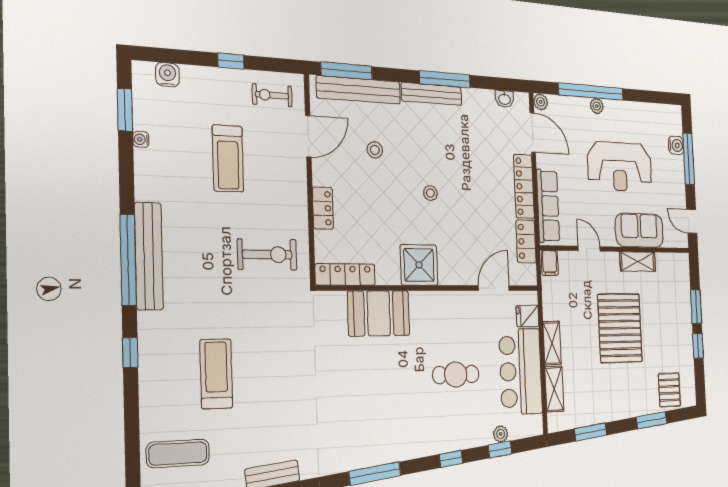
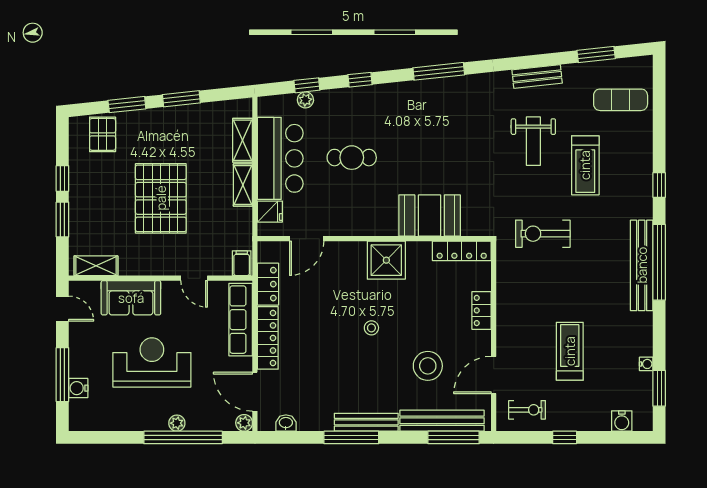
stool: (375, 150) -> (428, 366), width x1.89, depth x1.89
exercise bike: (267, 255) -> (543, 234), moved
shelving: (638, 262) -> (96, 266), moved
weight bench: (274, 400) -> (533, 141), added
window: (591, 432) -> (181, 99), moved

